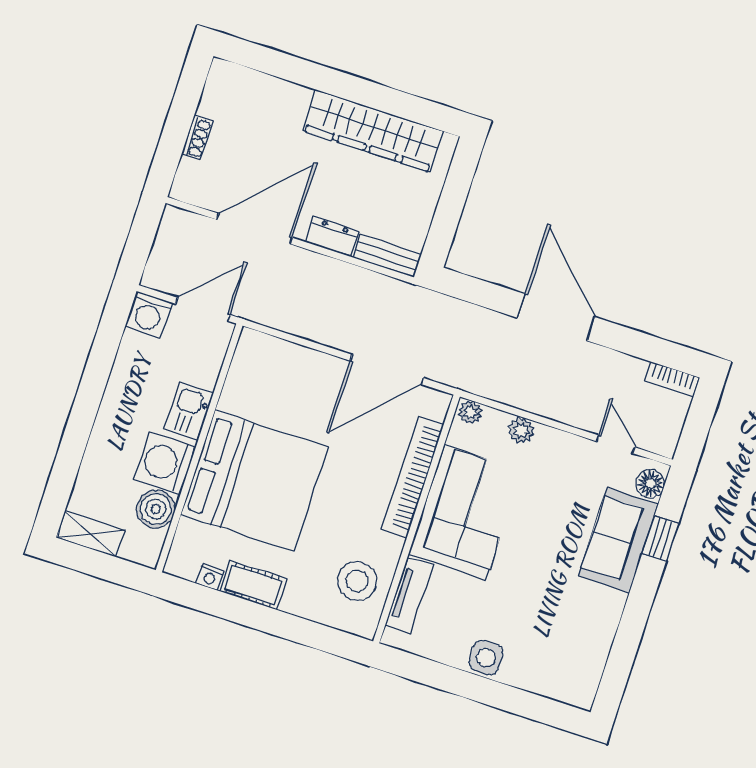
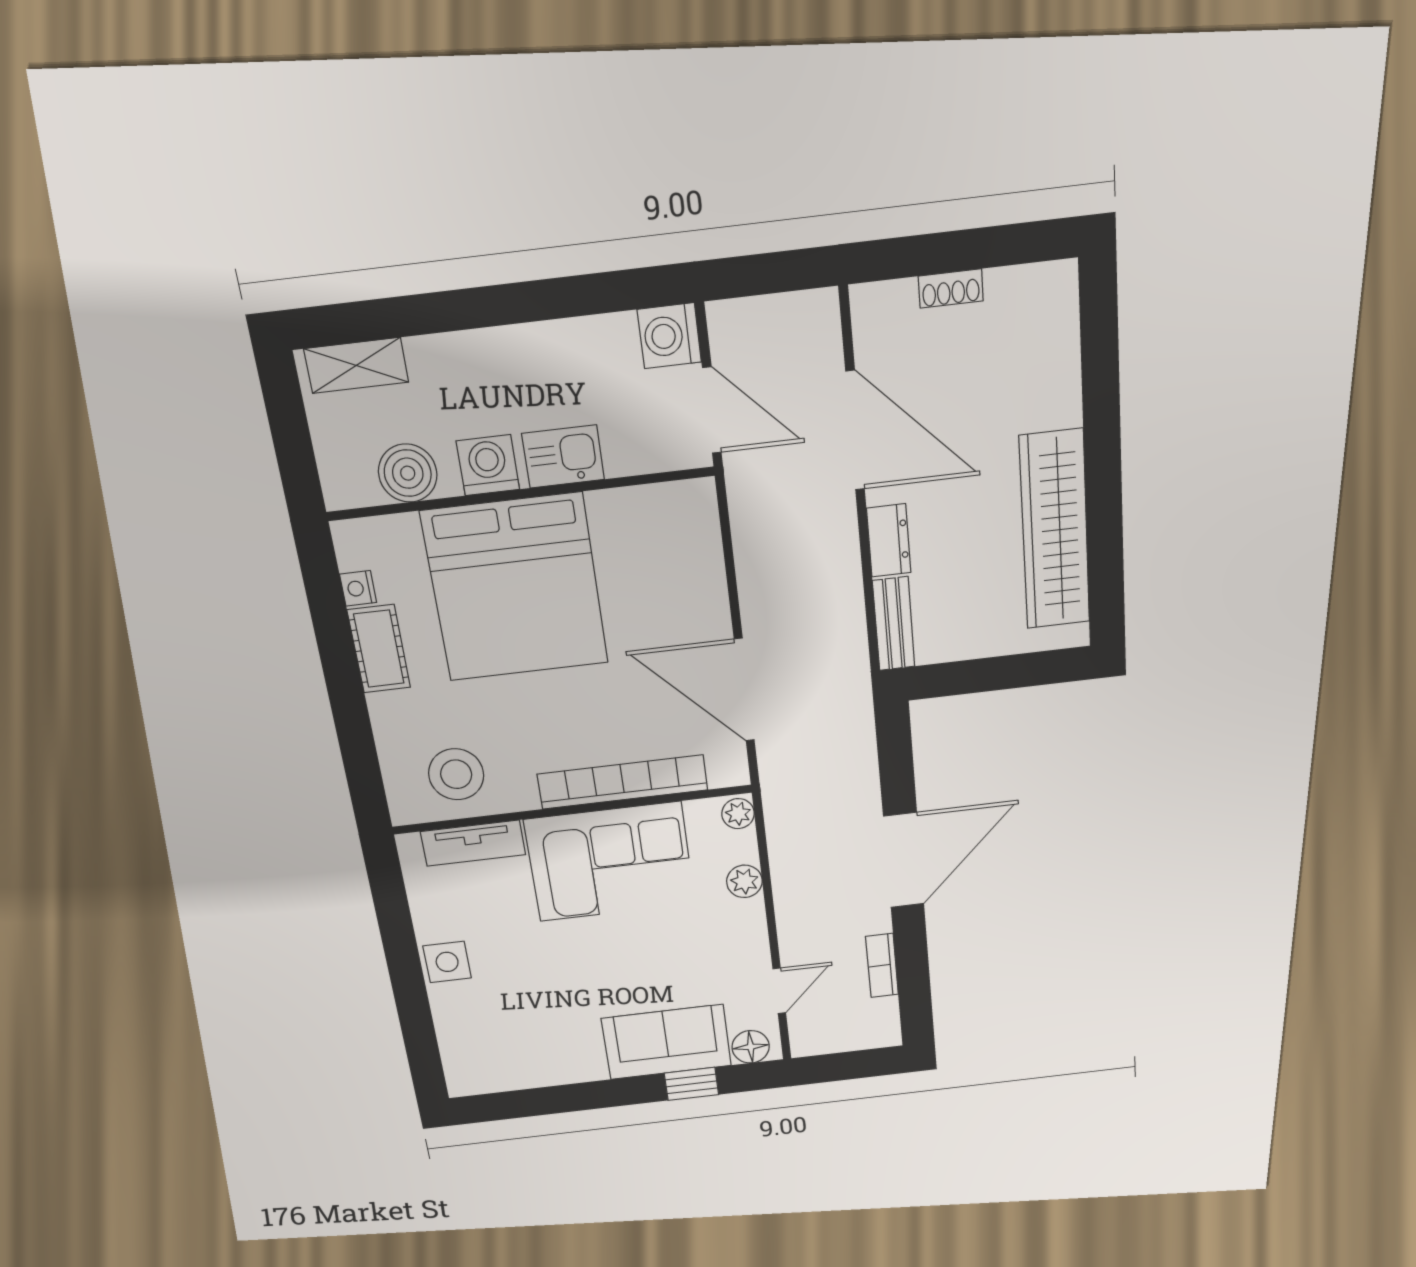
bookcase: (672, 379) -> (882, 965), moved
washing machine: (165, 463) -> (488, 465), width x0.73, depth x0.73
shelving: (90, 534) -> (356, 365), moved, turned 90

